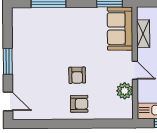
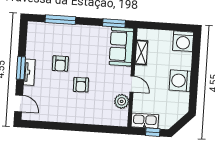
tv unit: (18, 65) -> (29, 72), added
armchair: (79, 104) -> (60, 64), moved, turned 90

